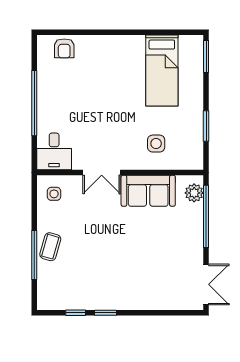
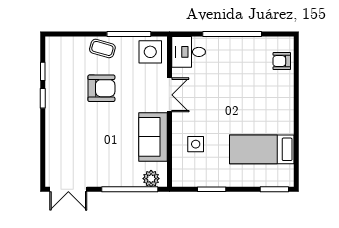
double door: (102, 173) -> (169, 95), swing flipped
side table: (54, 194) -> (150, 52), width x1.87, depth x1.87
armchair: (94, 248) -> (101, 88), added
window: (34, 255) -> (129, 34), moved

